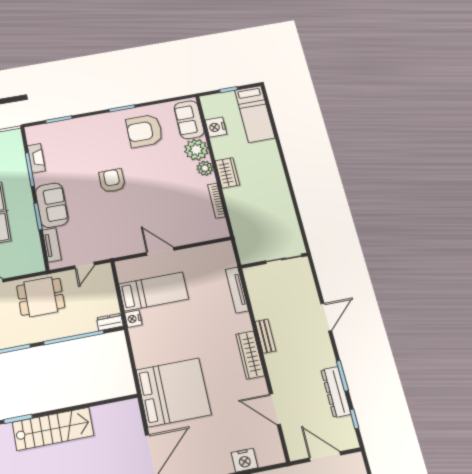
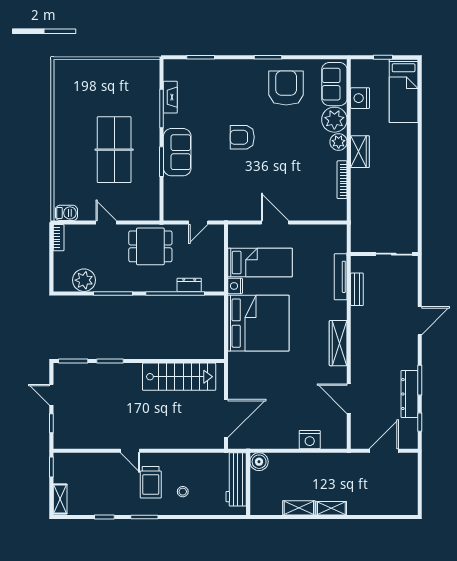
armchair: (145, 131) -> (286, 88), turned 90
armchair: (112, 181) -> (242, 137), turned -90
tv unit: (52, 245) -> (170, 195), removed
dresser: (110, 322) -> (189, 285), moved
bench: (265, 336) -> (357, 289), moved
bed: (173, 392) -> (258, 323), moved
stairs: (53, 429) -> (179, 377), moved
door: (325, 457) -> (384, 451), hinge flipped

